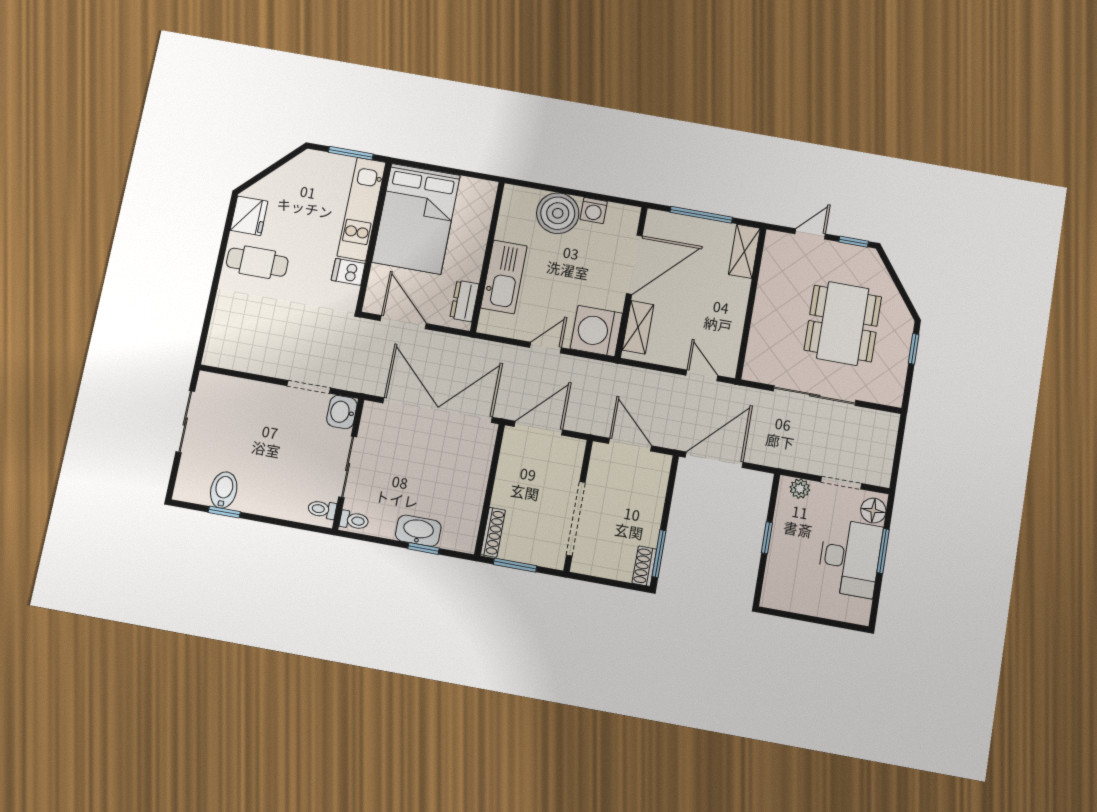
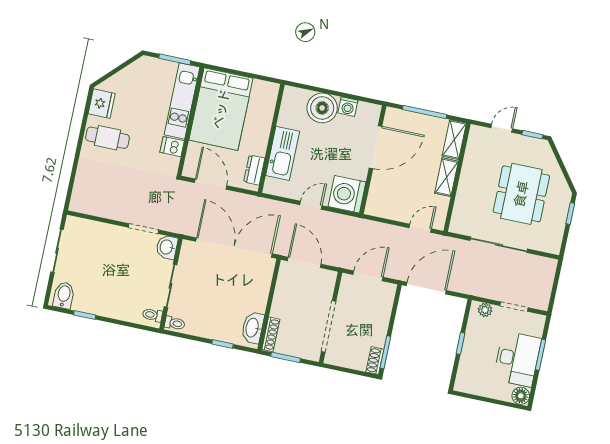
shelving: (638, 327) -> (446, 177), moved
door: (702, 375) -> (420, 228), hinge flipped
door: (538, 428) -> (304, 262), hinge flipped
door: (630, 445) -> (368, 276), hinge flipped
bidet: (224, 490) -> (64, 295), moved
floor lamp: (873, 511) -> (521, 396), moved
washbasin: (418, 531) -> (253, 328), moved, turned -90

